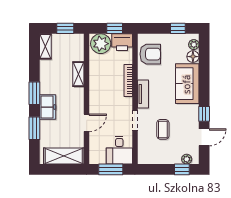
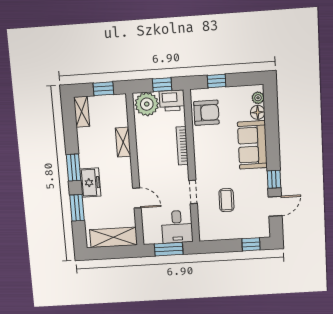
window: (178, 28) -> (217, 81), moved
tv unit: (143, 94) -> (201, 160), removed
door: (87, 123) -> (137, 198), hinge flipped
plant: (187, 159) -> (256, 232), removed

